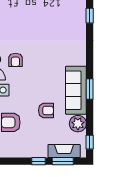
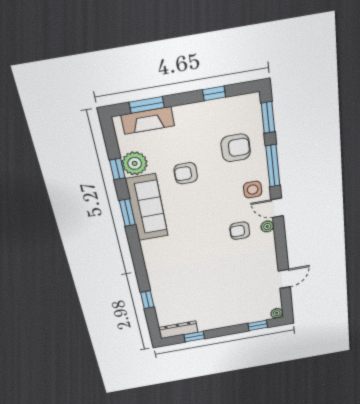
armchair: (15, 60) -> (240, 231), turned -90
window: (90, 142) -> (117, 169), moved
window: (38, 161) -> (214, 93), moved

